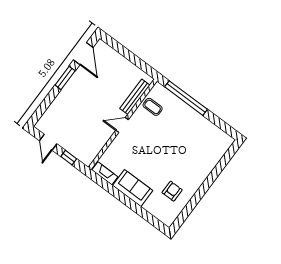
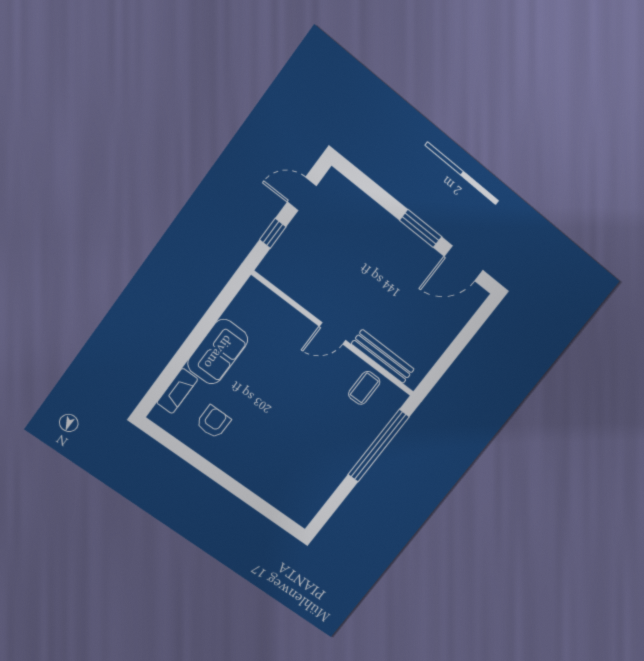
door: (122, 125) -> (332, 333), swing flipped
fireplace: (105, 173) -> (177, 391), moved
armchair: (172, 191) -> (213, 422), turned -90

